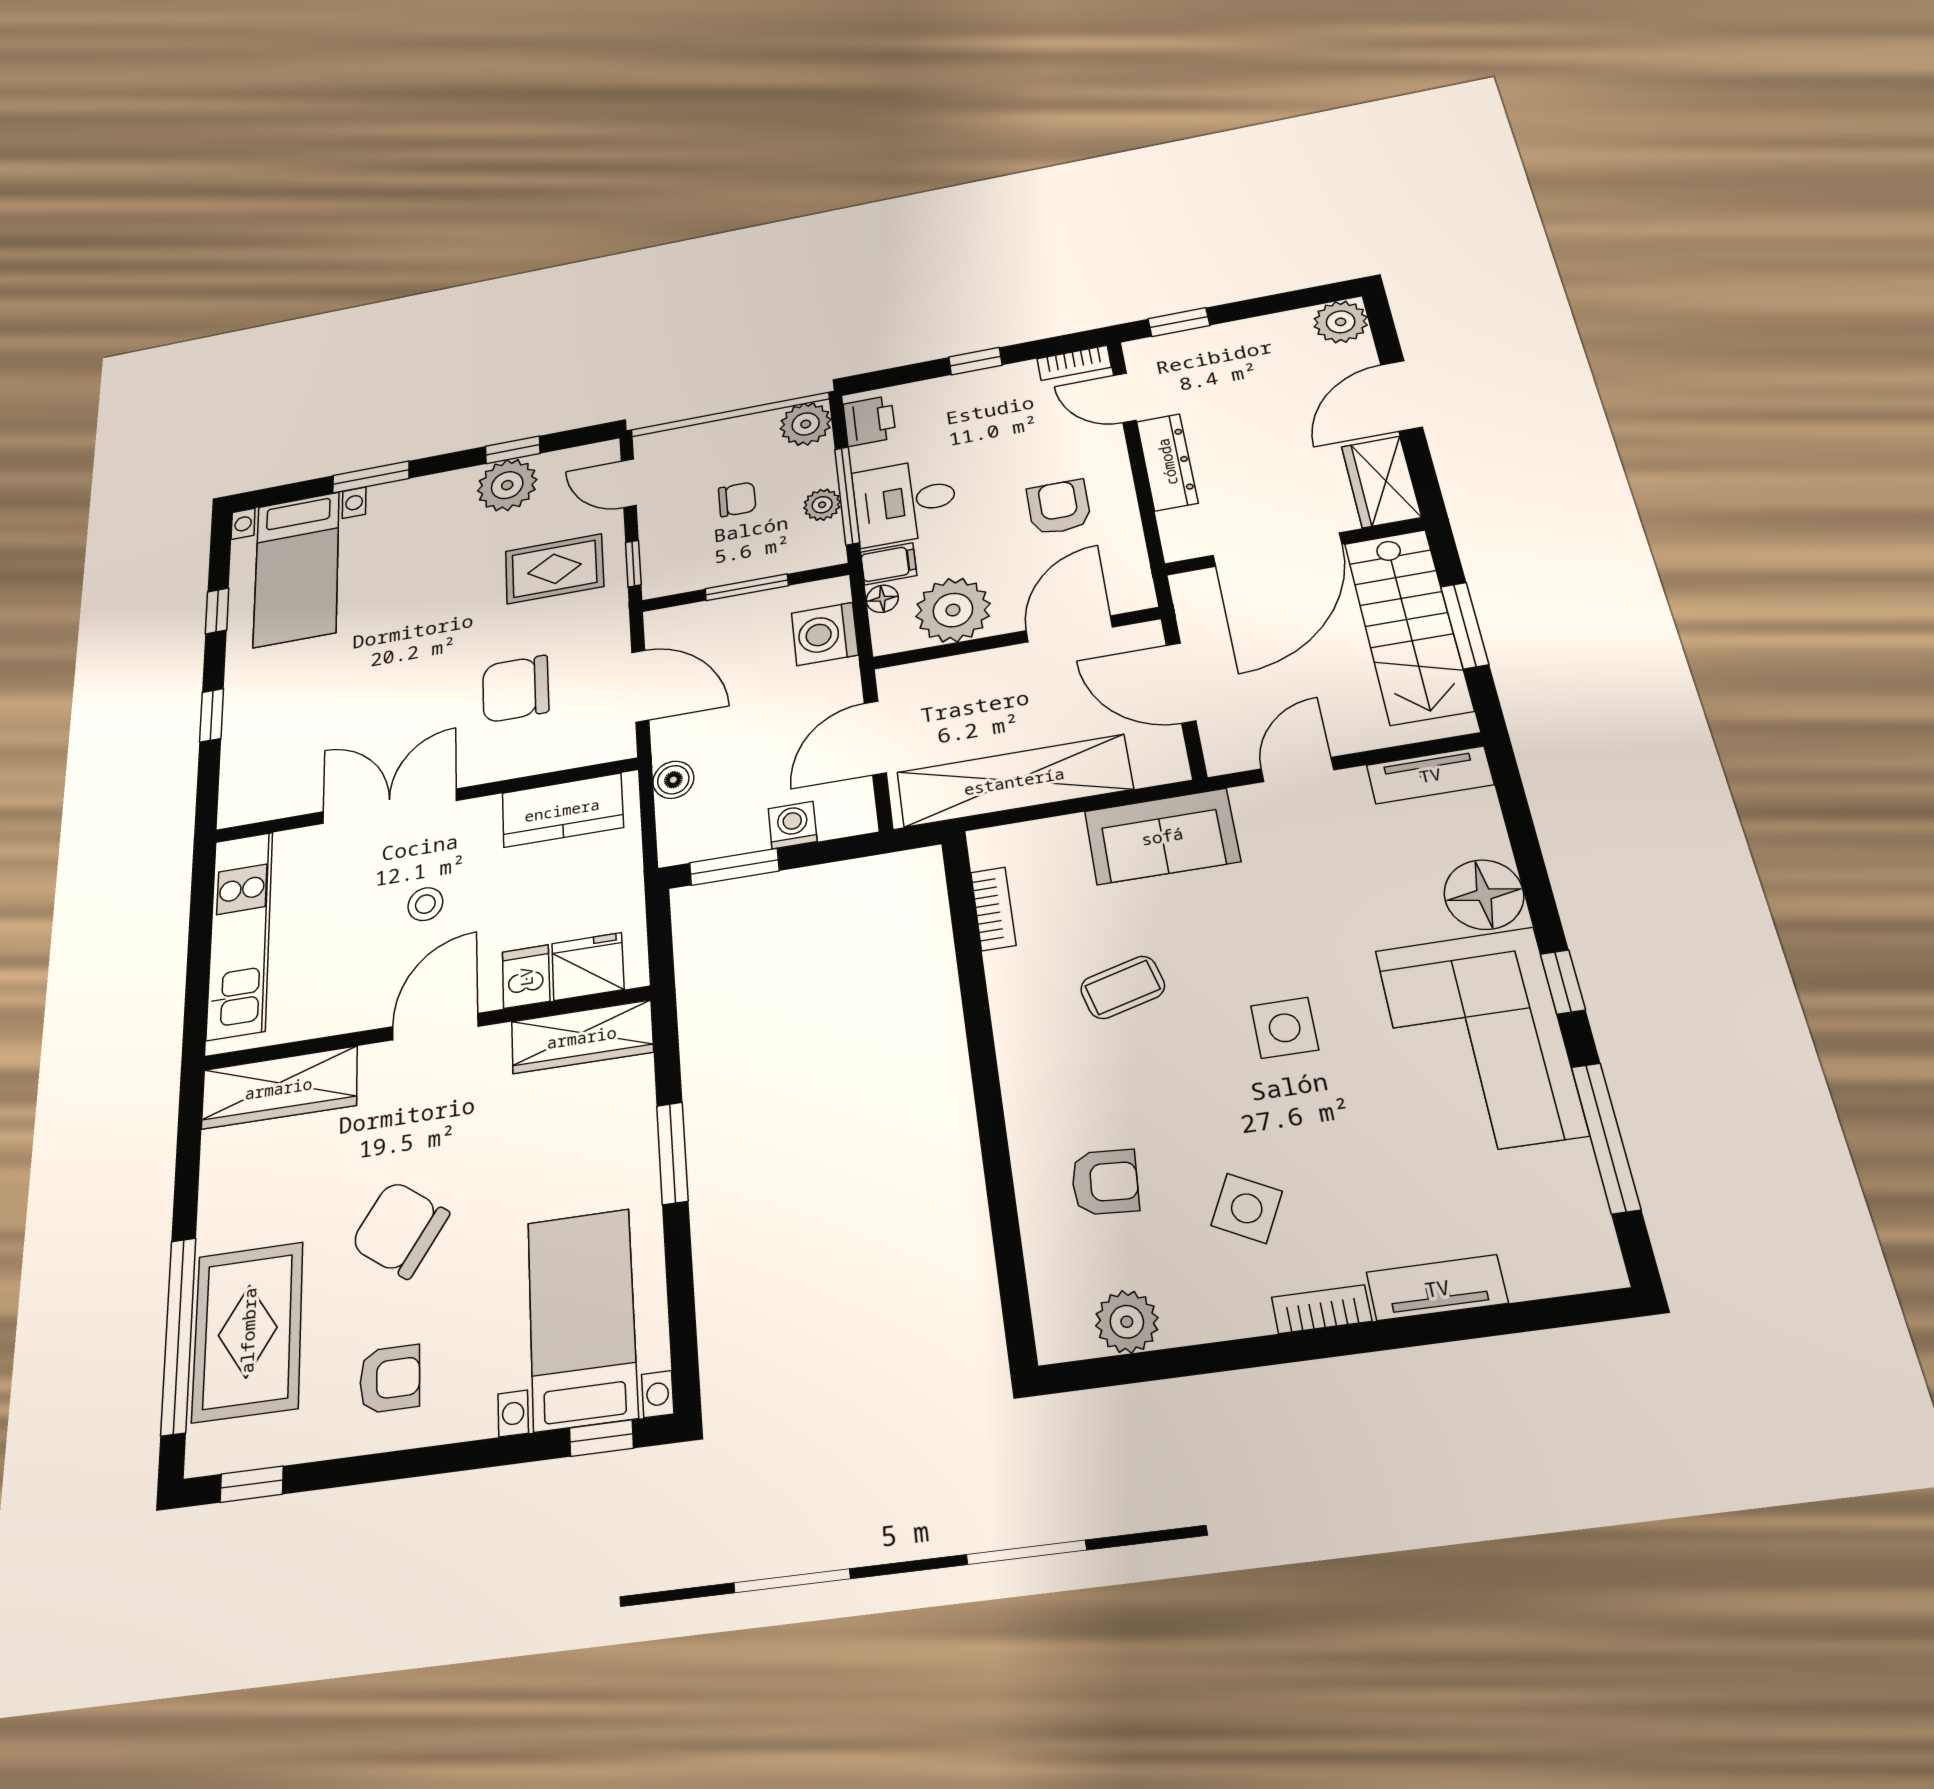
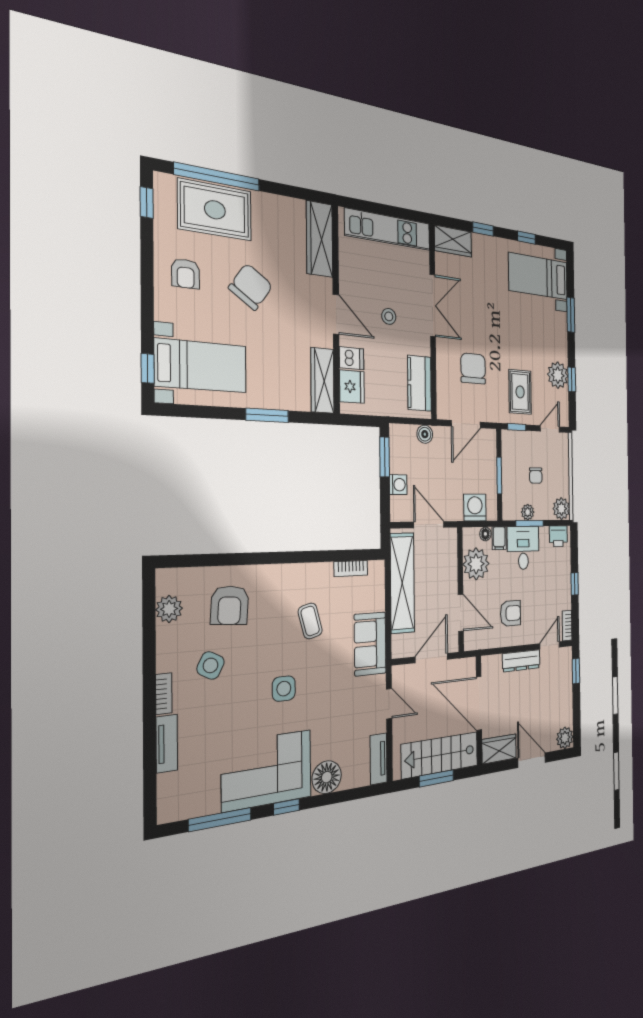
window: (847, 496) -> (530, 523), width x0.69
wardrobe: (246, 781) -> (453, 241), added
armchair: (1105, 1182) -> (230, 605), width x1.38, depth x1.38

